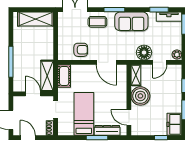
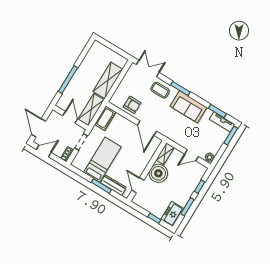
shelving: (36, 19) -> (108, 80), moved, turned 90
floor lamp: (144, 53) -> (183, 139), removed
door: (28, 138) -> (44, 151), hinge flipped

